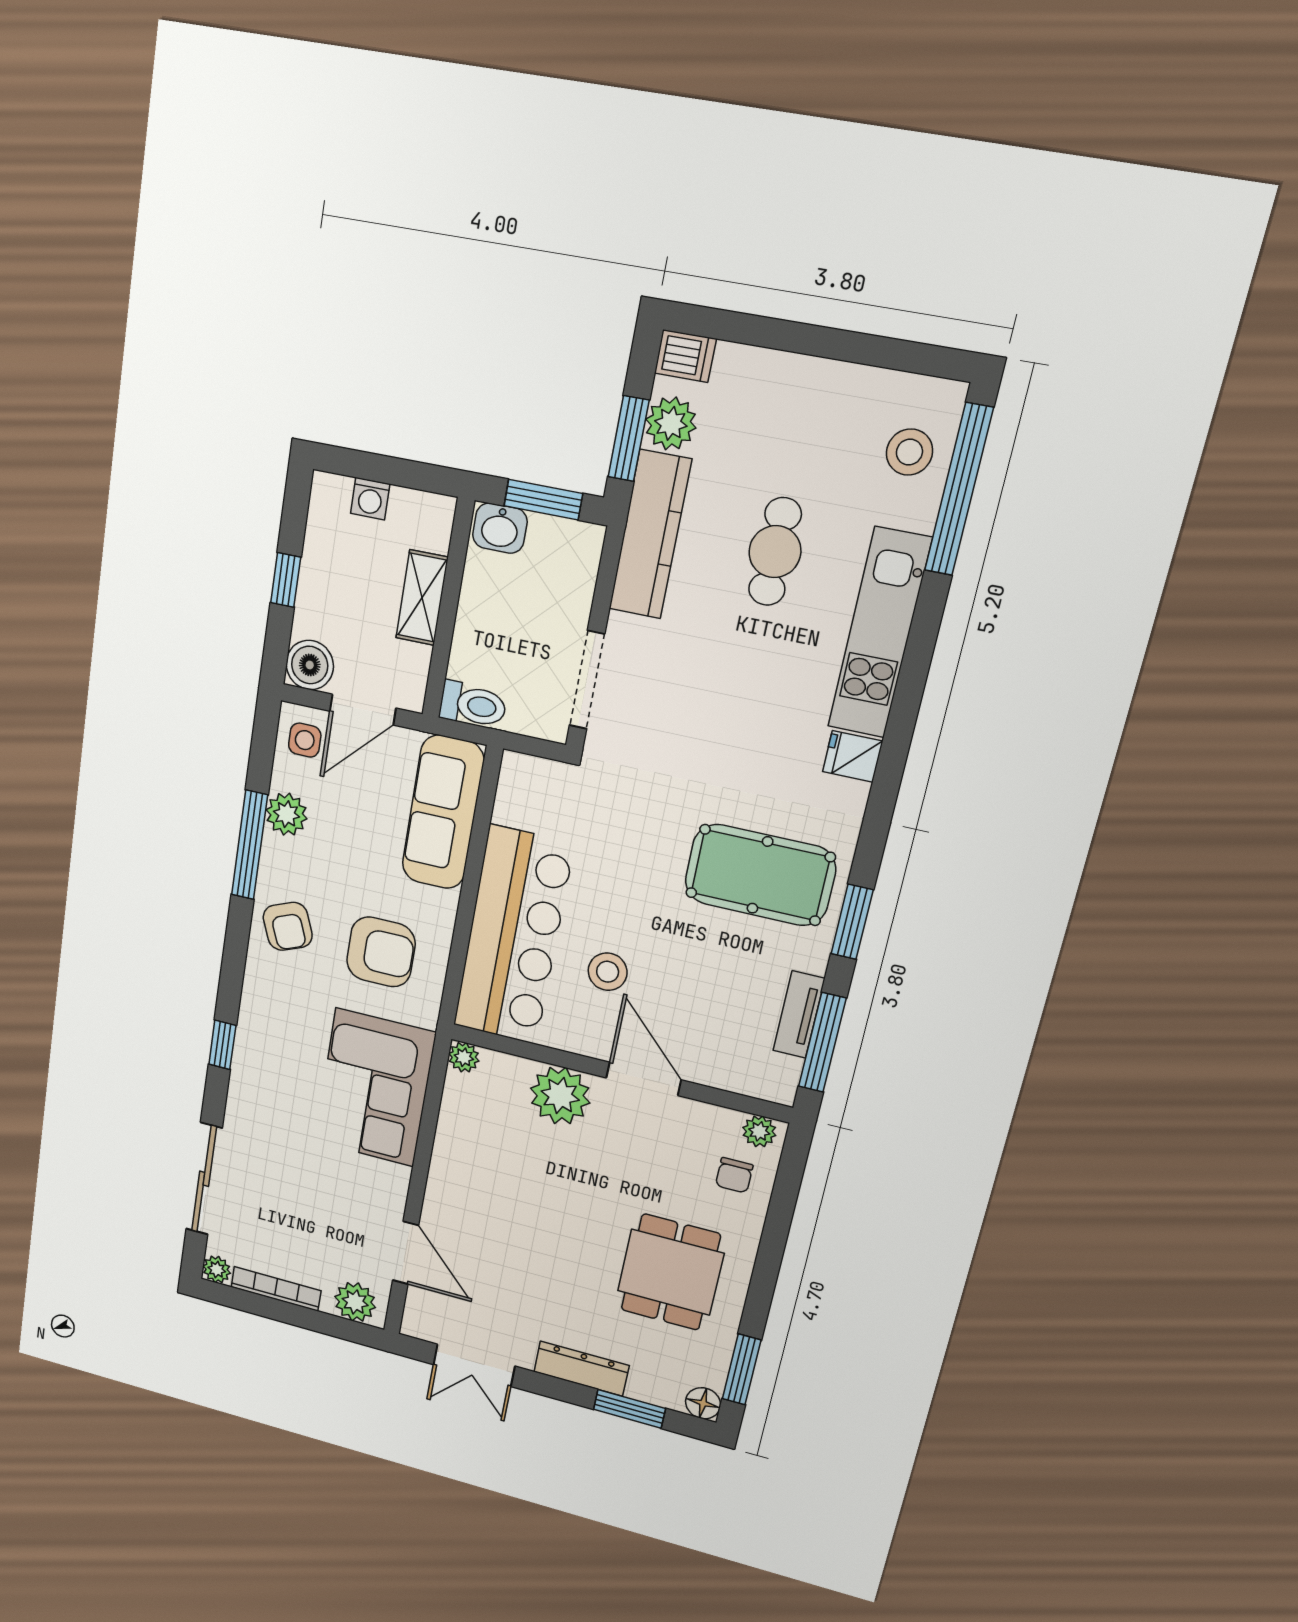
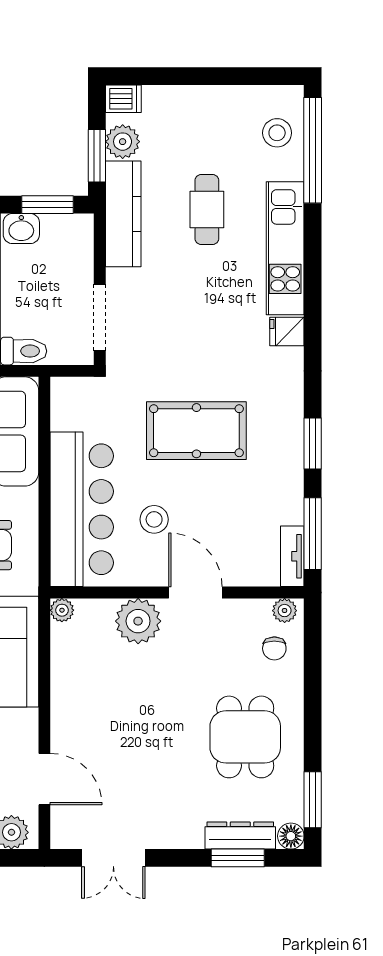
pool table: (760, 875) -> (196, 431), moved
tv unit: (799, 1015) -> (292, 556), moved
dresser: (581, 1369) -> (240, 836), moved

